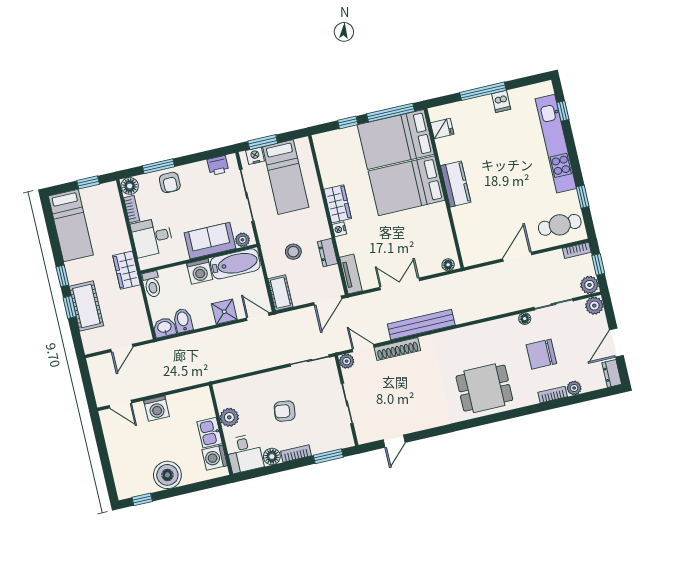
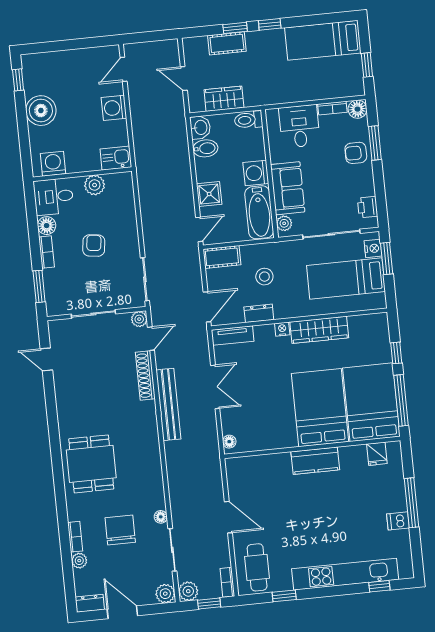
wardrobe: (338, 204) -> (319, 330), width x1.50
wardrobe: (127, 270) -> (224, 99), moved
door: (328, 301) -> (207, 307), swing flipped
cot: (86, 306) -> (227, 43), width x0.73, depth x0.75
kitchen sink: (210, 433) -> (116, 158), moved

